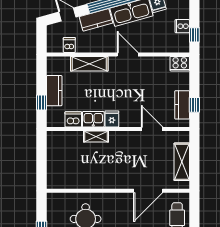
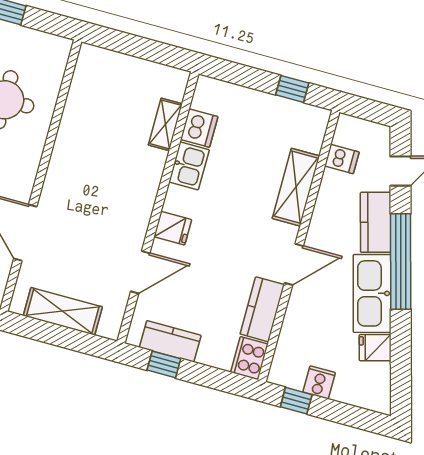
kitchen counter: (54, 91) -> (262, 309), moved, turned 90
window: (42, 102) -> (292, 89), moved
fridge: (112, 119) -> (173, 228), moved
shelving: (96, 136) -> (165, 124), moved

